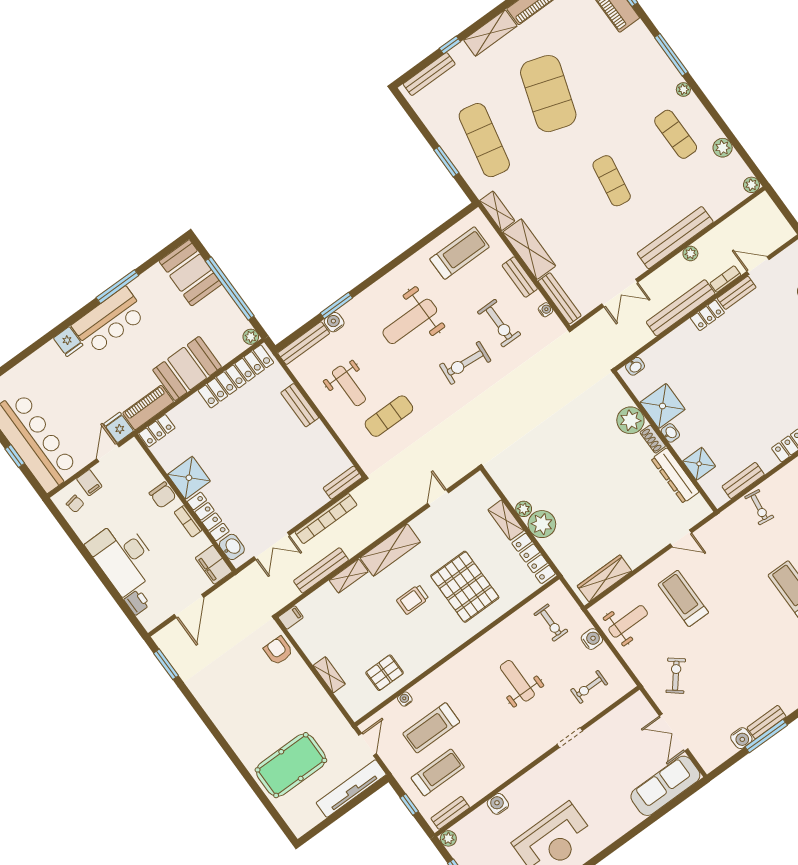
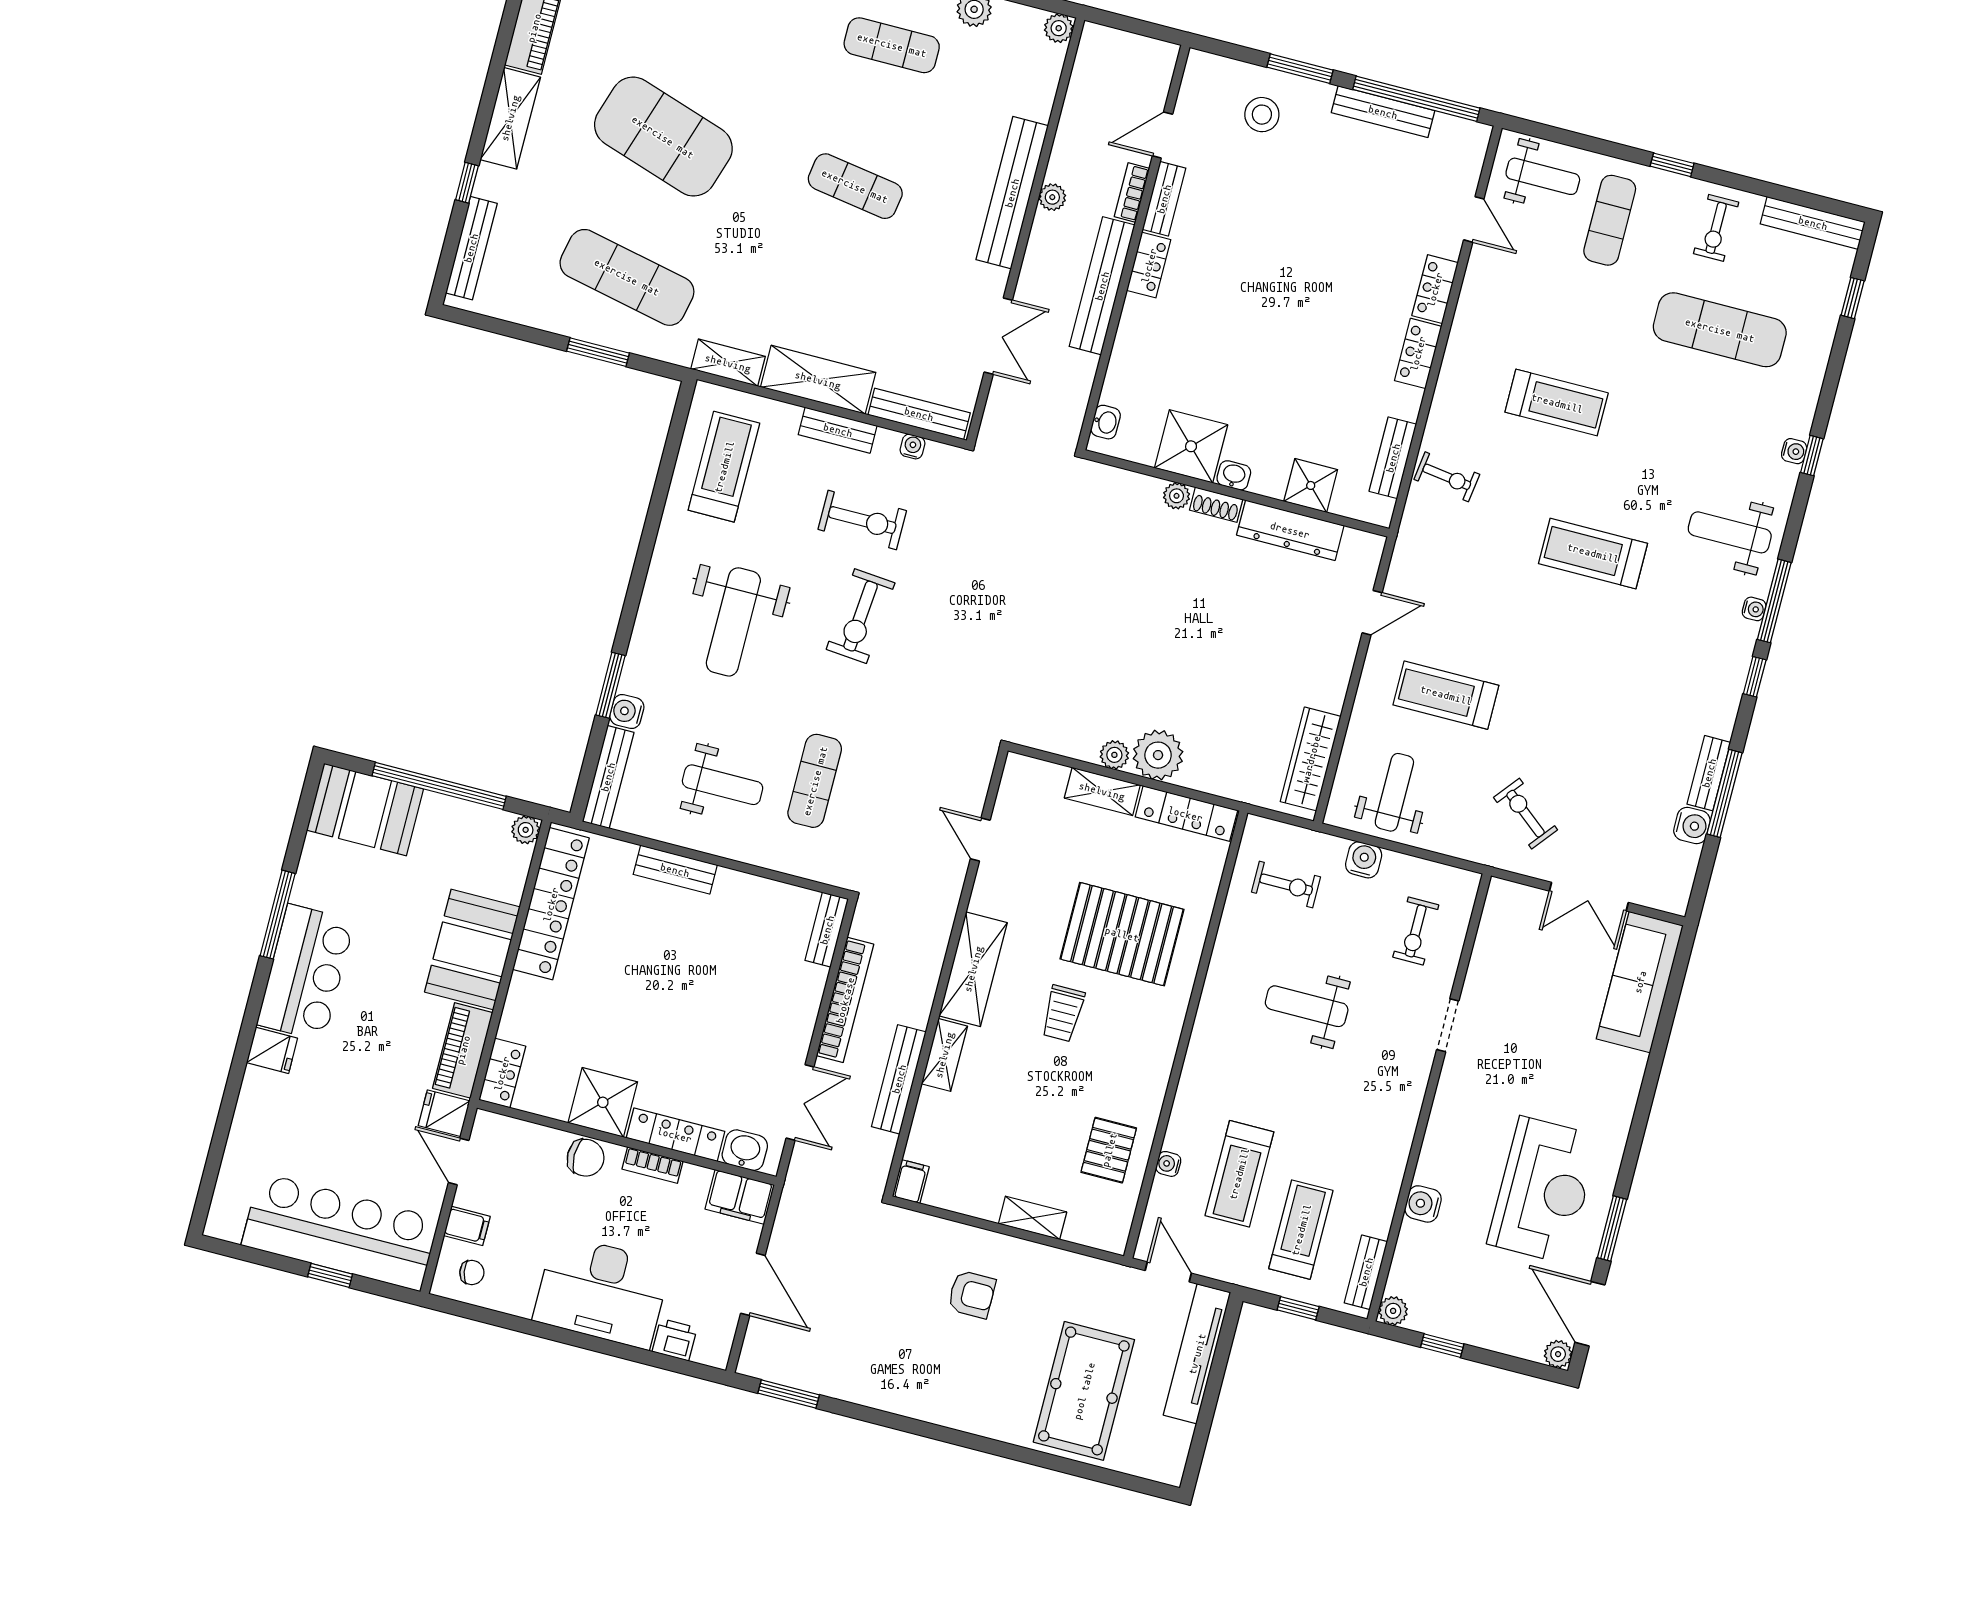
plant: (630, 420) -> (1177, 496), width x0.53, depth x0.53
armchair: (278, 651) -> (972, 1294), moved, turned 180

